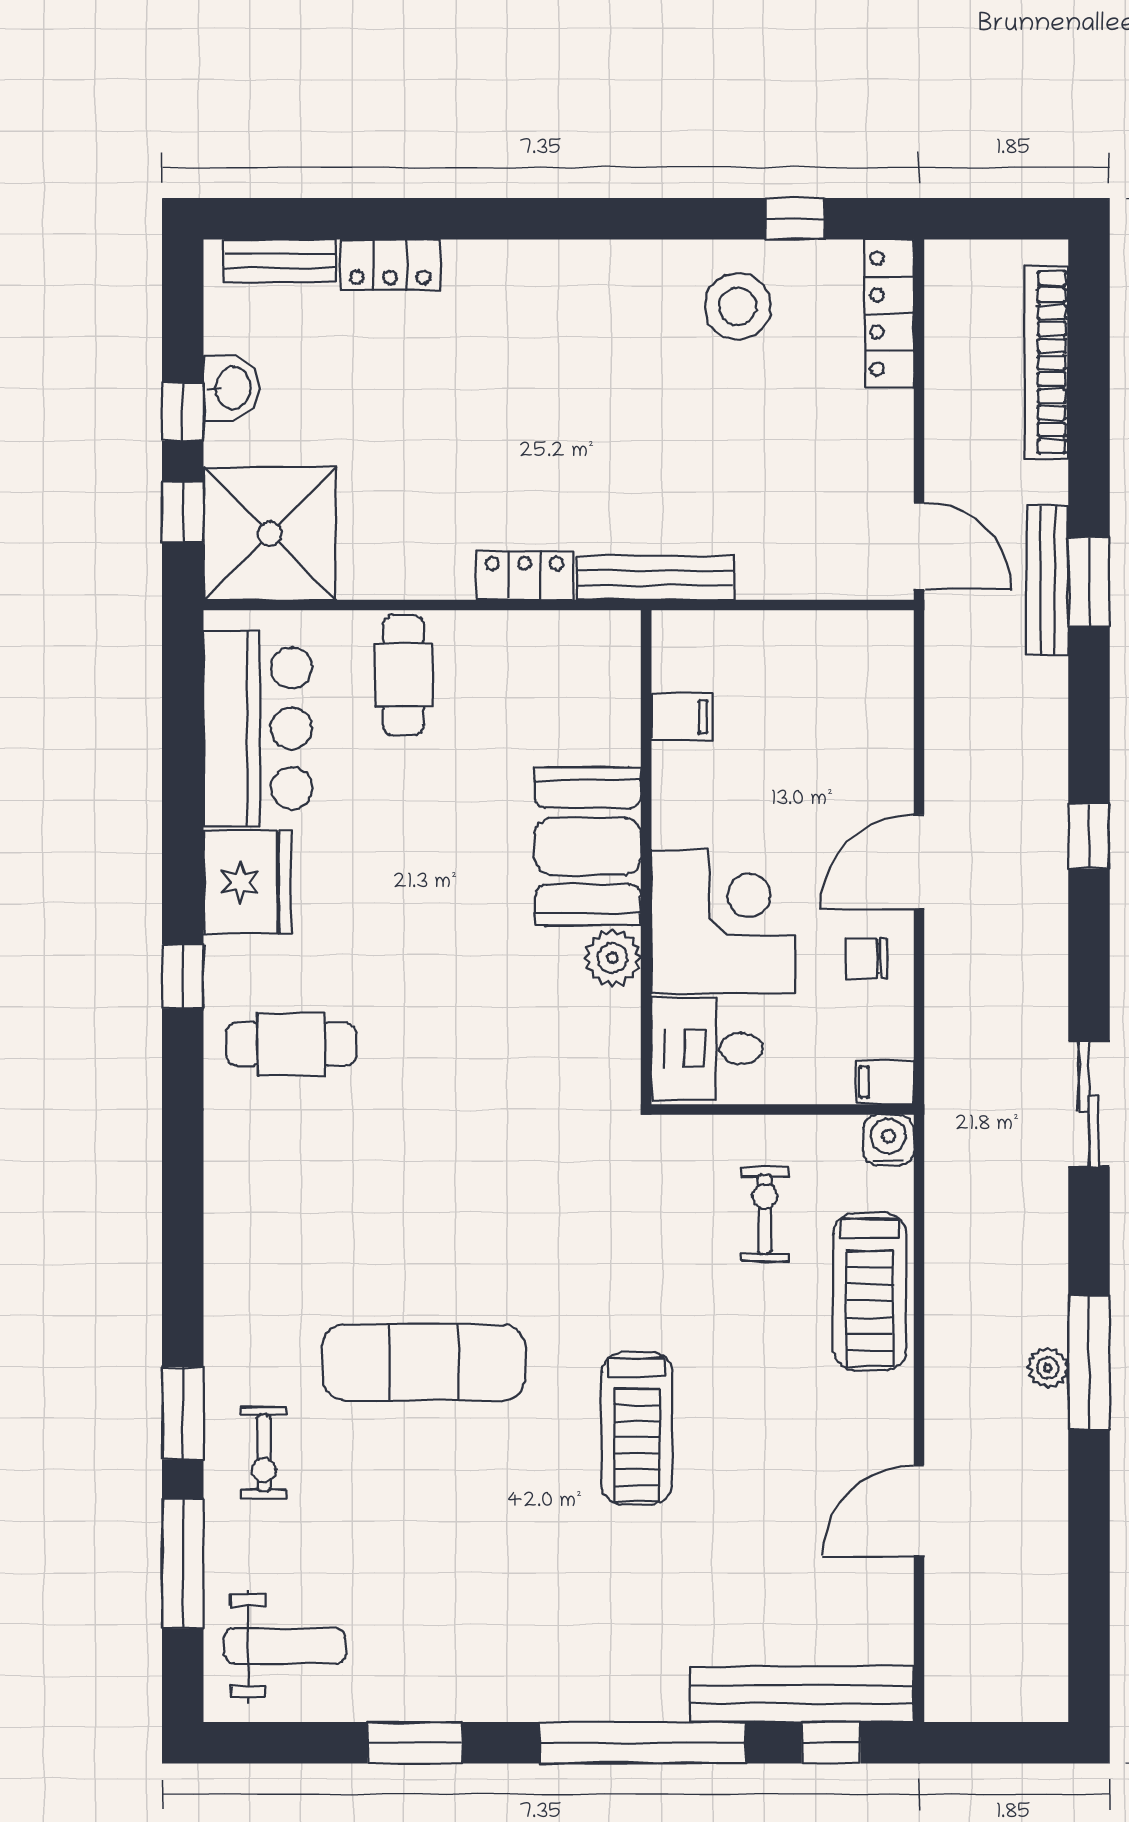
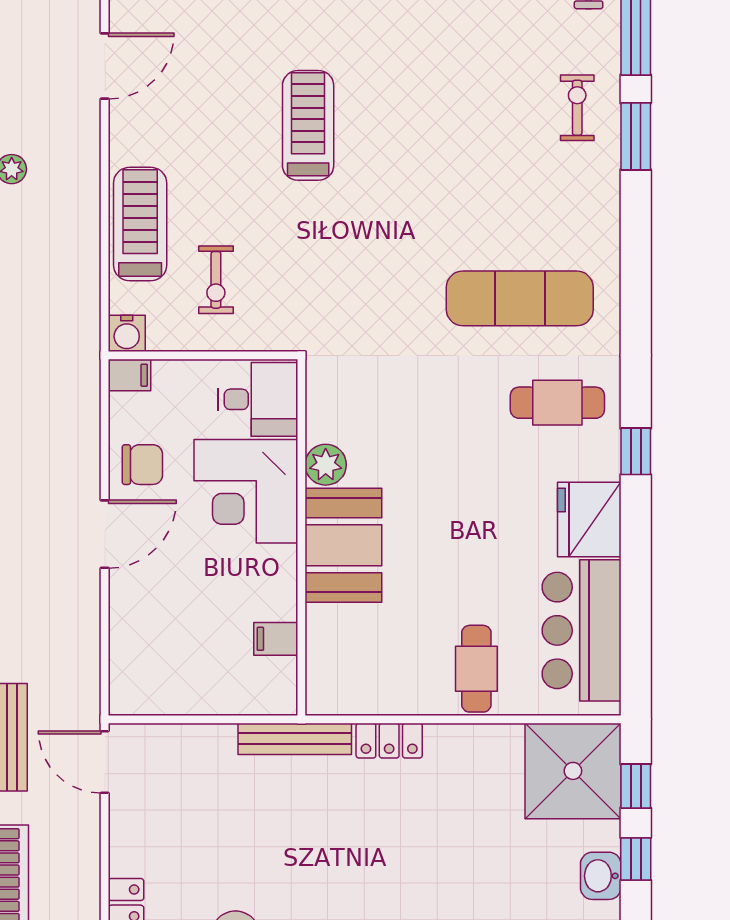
chair: (867, 958) -> (142, 465), width x1.37, depth x1.37
exercise mat: (424, 1362) -> (520, 298), moved

